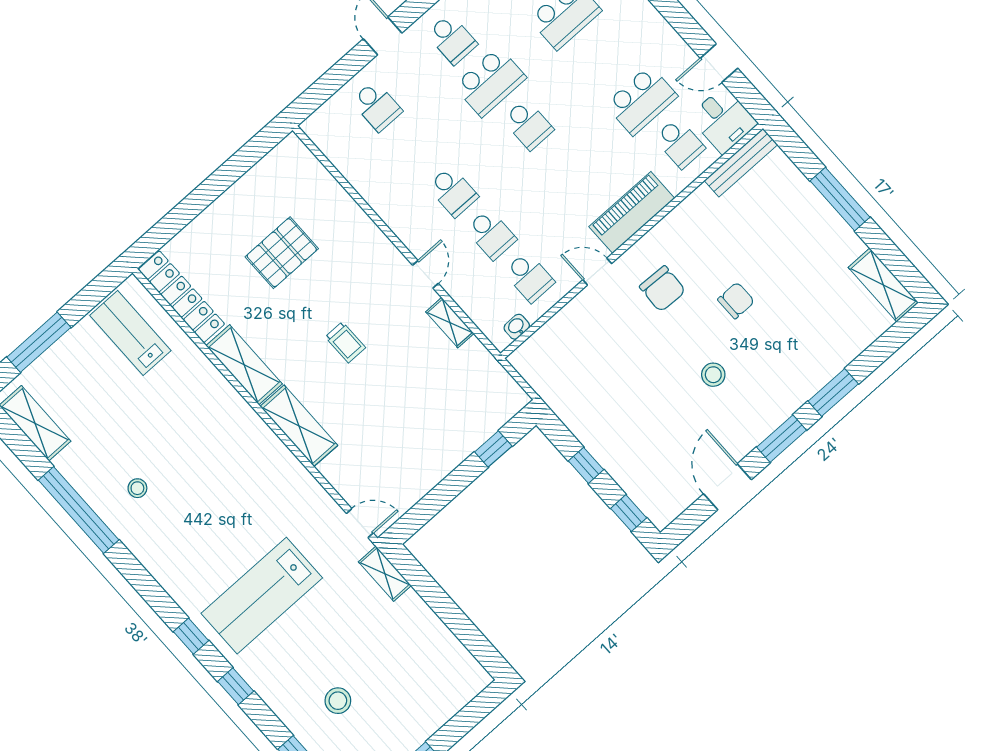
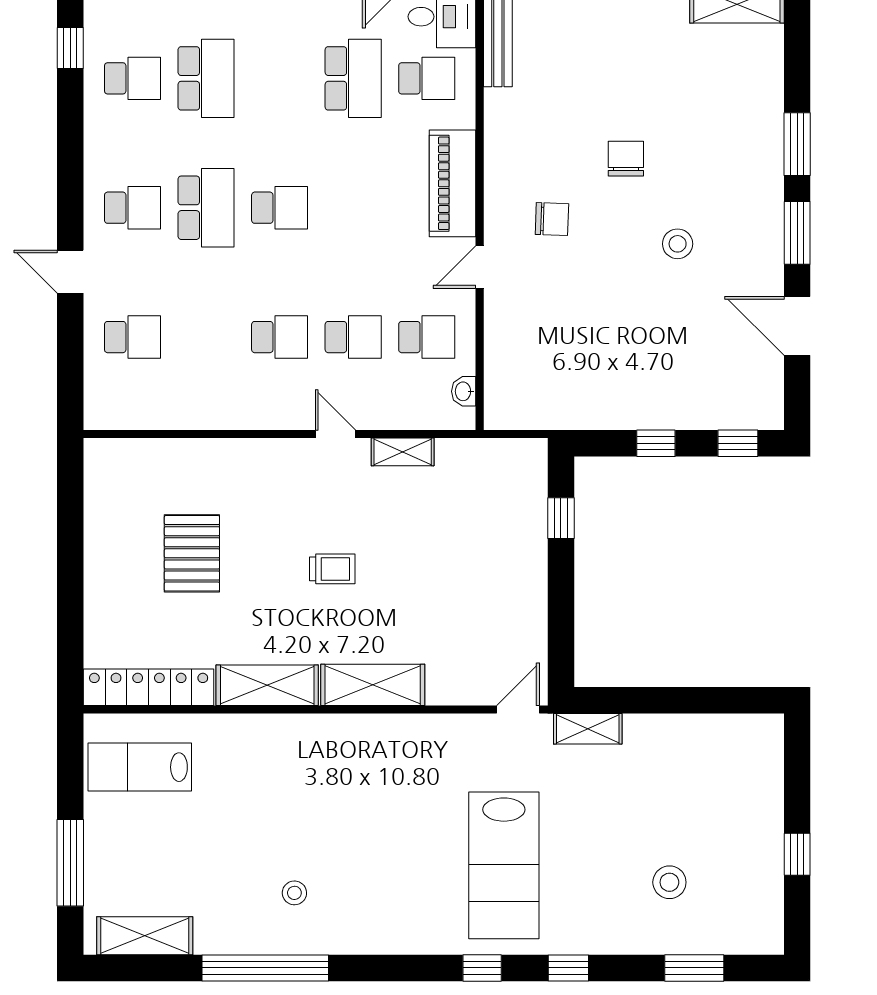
chair: (663, 289) -> (552, 219), width x0.73, depth x0.73

